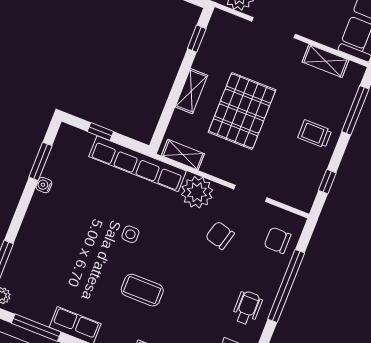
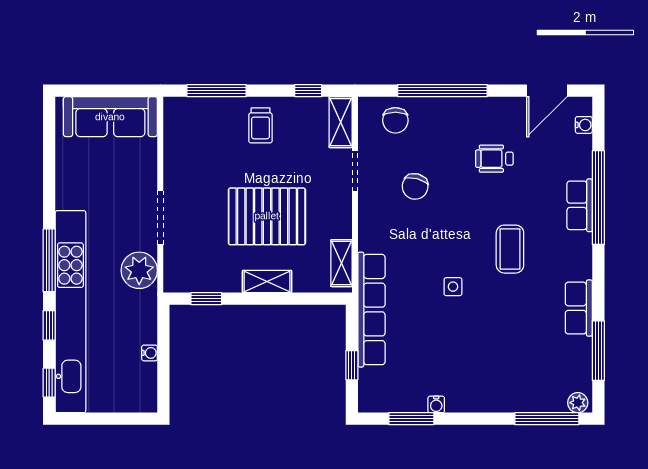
shelving: (325, 61) -> (341, 122), moved
plant: (197, 192) -> (377, 231), removed
wheelchair: (247, 308) -> (494, 159), moved

